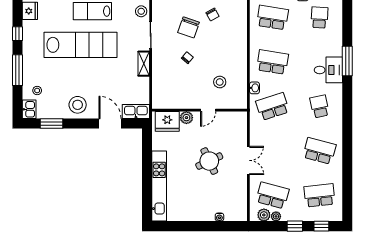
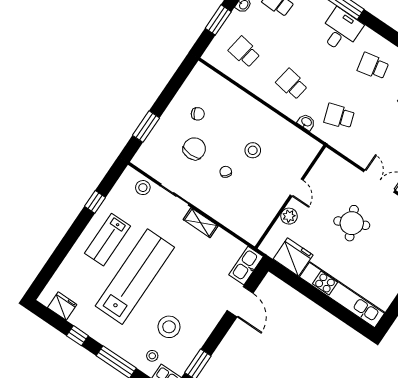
school desk: (273, 18) -> (244, 52), width x0.54
chair: (189, 27) -> (194, 149), turned -109
school desk: (273, 62) -> (292, 84), width x0.54
stool: (220, 82) -> (253, 150), moved
stool: (78, 105) -> (169, 327), moved
school desk: (273, 106) -> (339, 116), width x0.54
fridge: (167, 121) -> (293, 257), moved, turned -90
door: (110, 124) -> (240, 302), swing flipped

